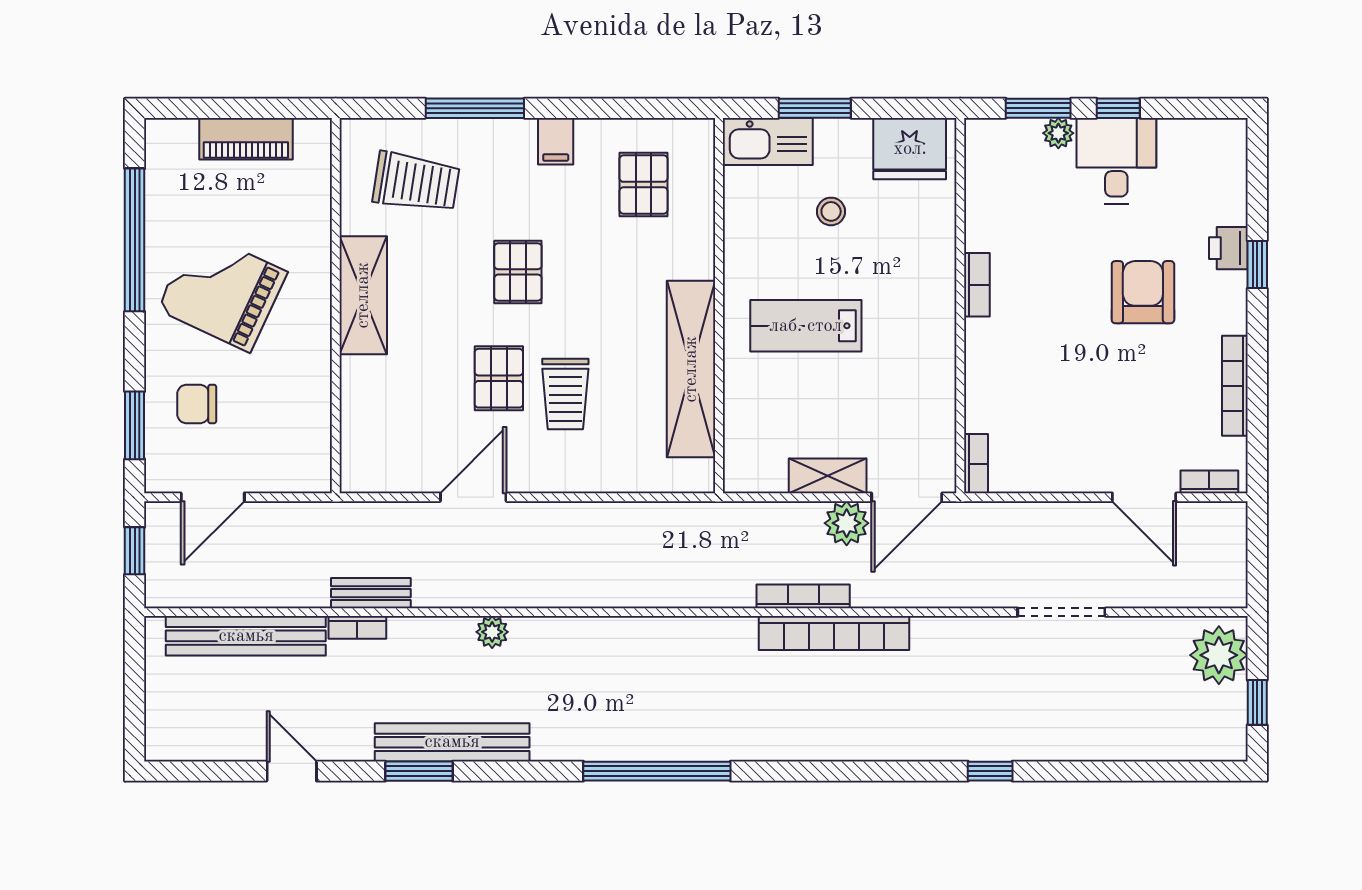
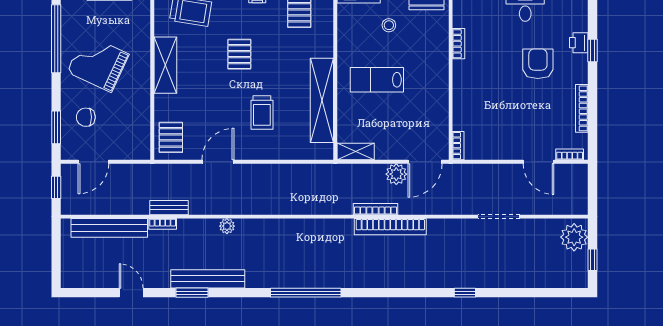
bookcase: (977, 285) -> (459, 44), moved
pallet: (499, 378) -> (171, 137), moved
shelving: (828, 476) -> (356, 152), moved

